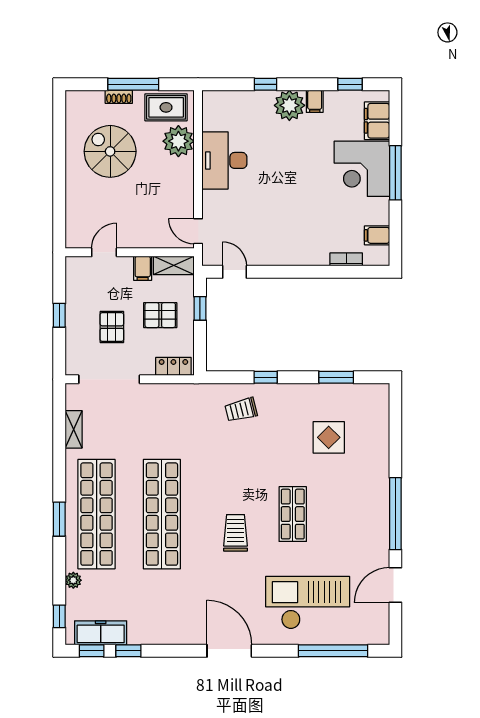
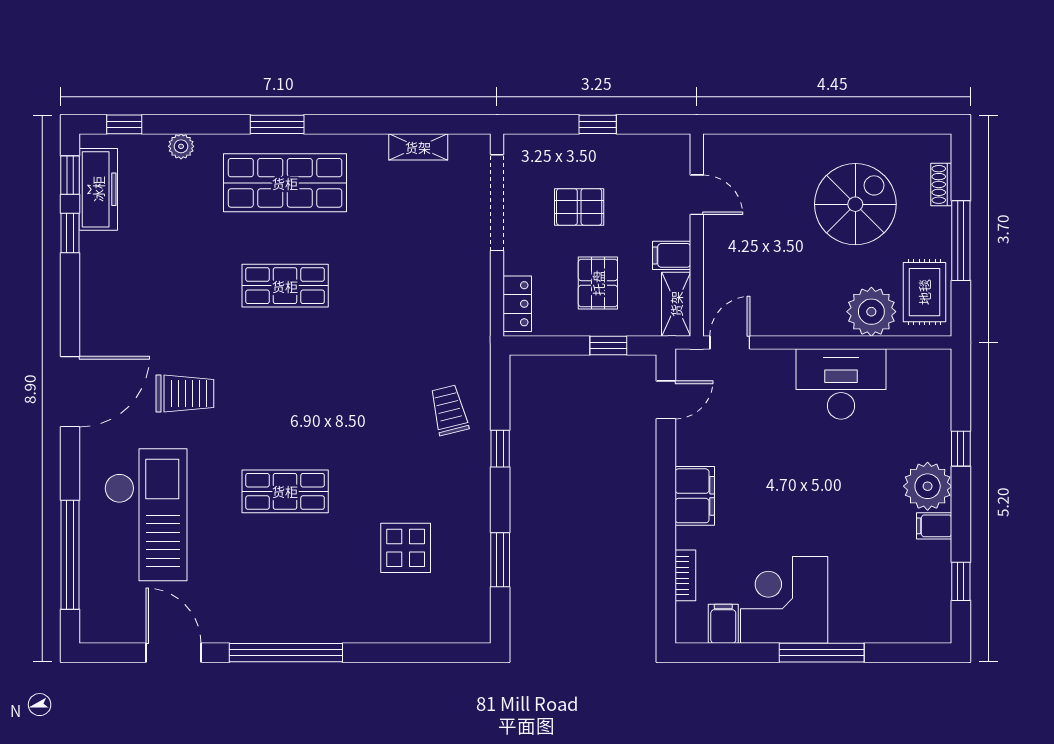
shoe rack: (119, 97) -> (941, 184), moved
filing cabinet: (377, 121) -> (695, 496), moved, turned 90
corner desk: (362, 169) -> (784, 600), moved
shop shelf: (97, 514) -> (285, 183), width x0.71
shop shelf: (162, 514) -> (285, 286), width x0.50, depth x0.74
trolley: (235, 533) -> (185, 393), moved

